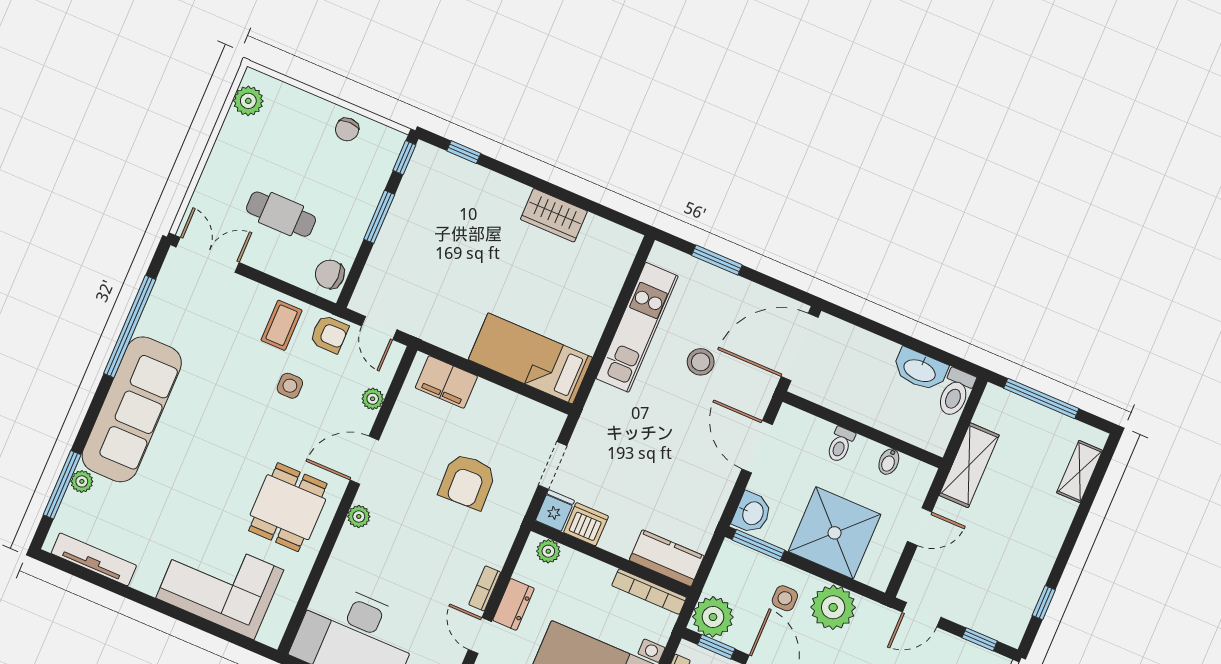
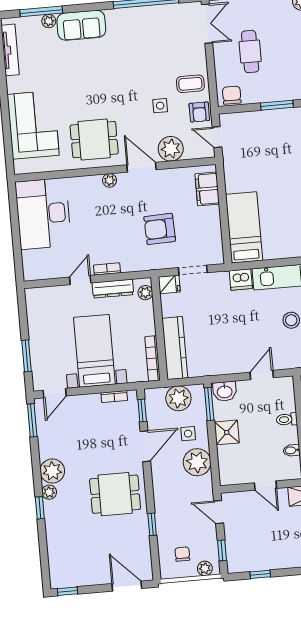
door: (379, 328) -> (217, 137), hinge flipped
plant: (373, 399) -> (171, 149), width x1.88, depth x1.88
sofa: (132, 409) -> (81, 25), width x0.54, depth x0.79
door: (757, 447) -> (262, 375), width x0.73
dishwasher: (586, 524) -> (241, 280), moved, turned 90
shower: (835, 533) -> (227, 432), width x0.54, depth x0.54
kitchen counter: (667, 558) -> (175, 348), width x1.50
dresser: (514, 604) -> (113, 289), width x1.44
plant: (713, 617) -> (178, 398), moved

